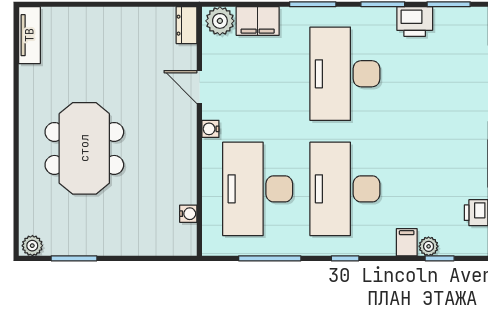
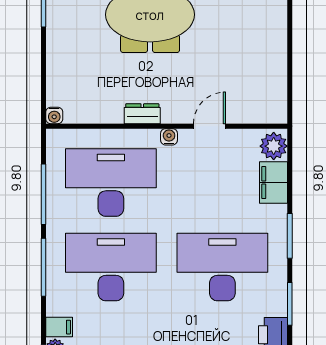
dresser: (187, 25) -> (142, 114), moved
water cooler: (188, 214) -> (54, 115), moved
window: (345, 258) -> (43, 267), width x2.17

